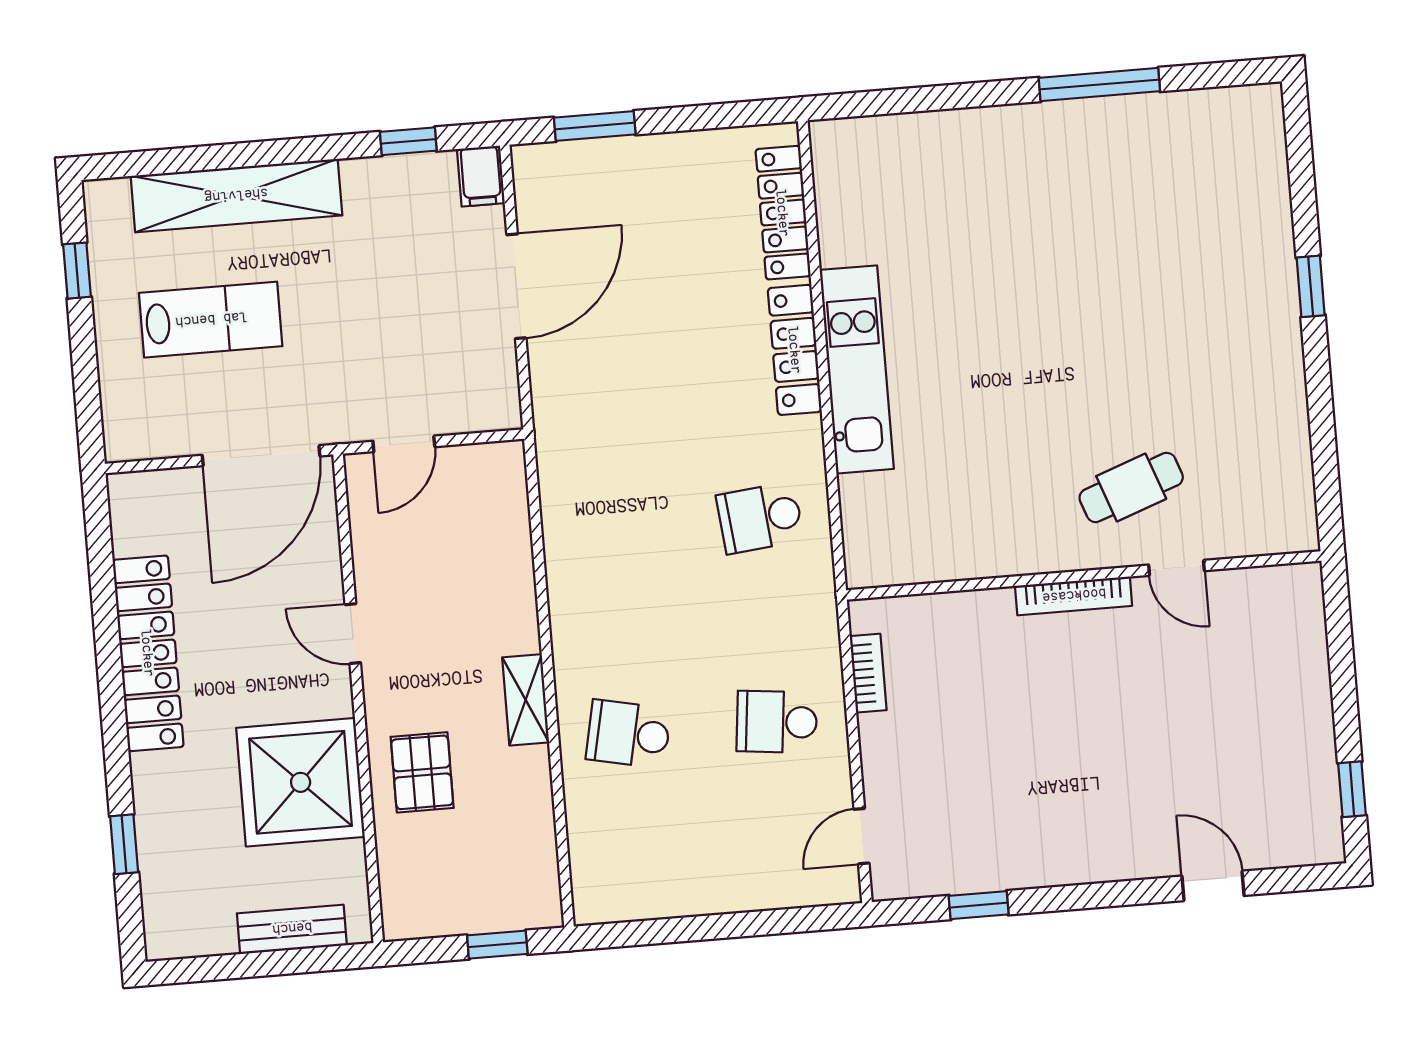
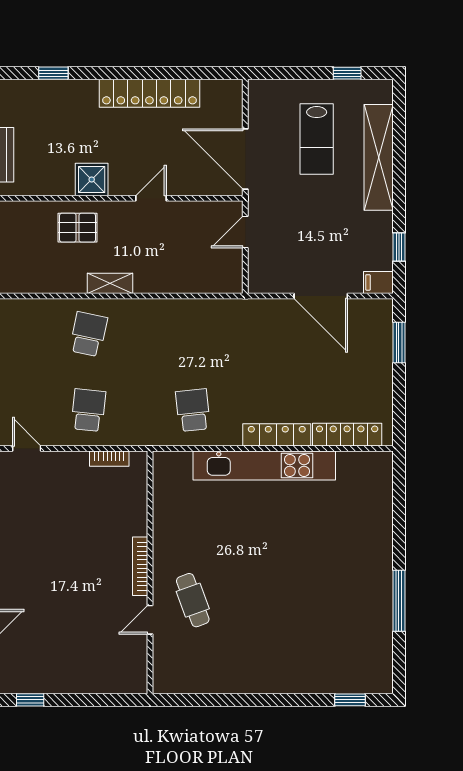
window: (1311, 286) -> (350, 700), moved
kitchen unit: (857, 369) -> (264, 465), width x1.36
door: (404, 444) -> (245, 232), hinge flipped
shower: (301, 782) -> (92, 179), width x0.54, depth x0.54

